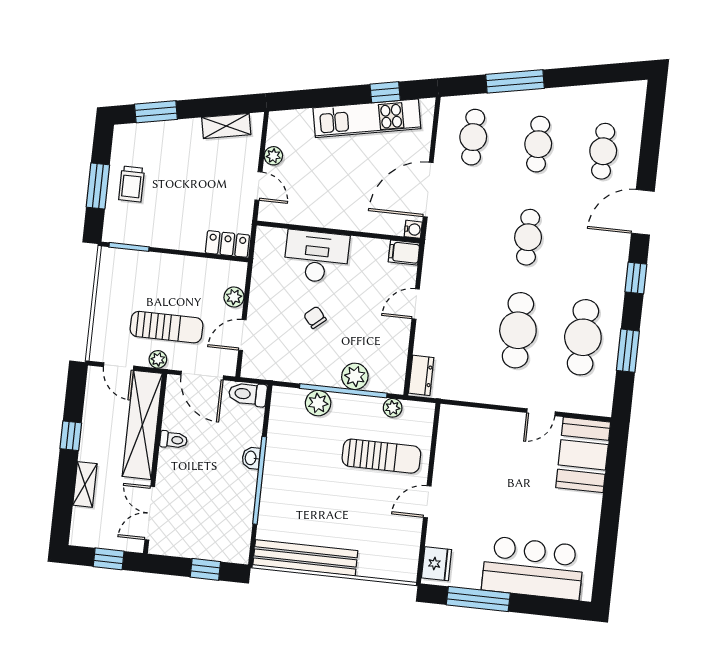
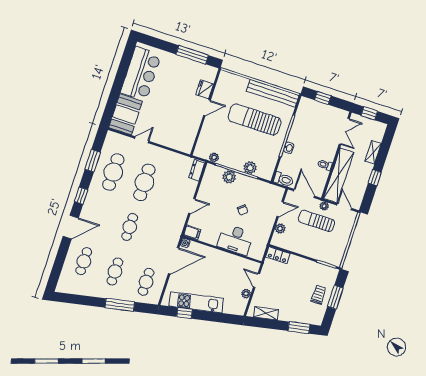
sun lounger: (381, 456) -> (255, 120), moved, width x1.36, depth x1.34
fridge: (437, 564) -> (205, 89), moved
bar counter: (533, 568) -> (141, 74), moved, turned -90

